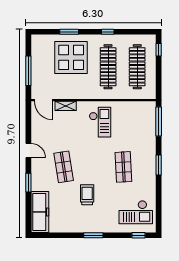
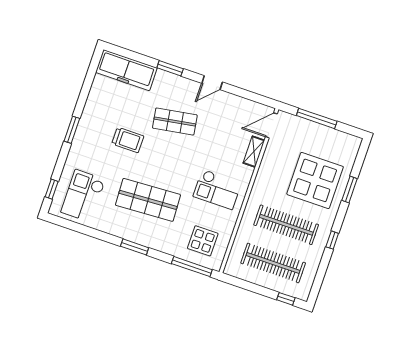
display table: (139, 120) -> (203, 241), added
shop shelf: (123, 167) -> (148, 200), width x1.43, depth x1.36

